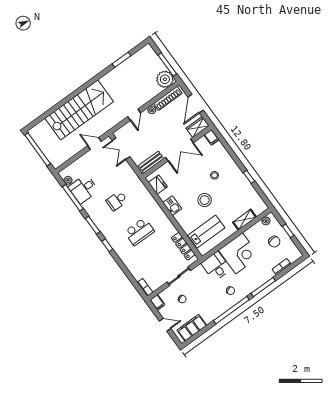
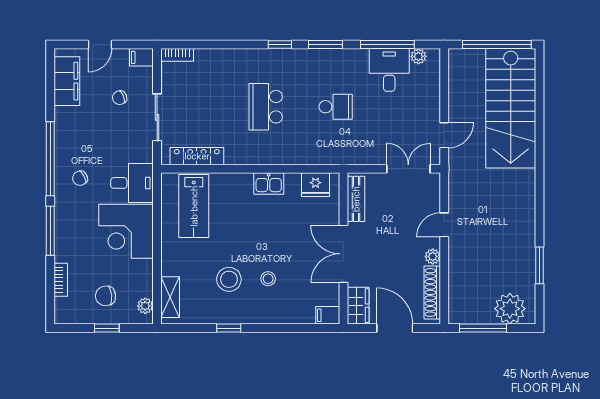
plant: (165, 79) -> (510, 309), moved
stairs: (79, 110) -> (511, 108), moved
door: (134, 115) -> (444, 225), hinge flipped
stool: (205, 200) -> (229, 279), moved
school desk: (117, 201) -> (336, 107), turned 90
shelving: (245, 220) -> (170, 297), moved

